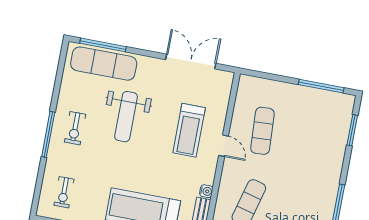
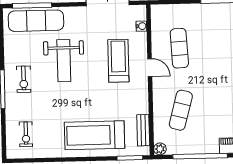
treadmill: (189, 130) -> (118, 61), turned 180
water cooler: (206, 191) -> (141, 26), moved

